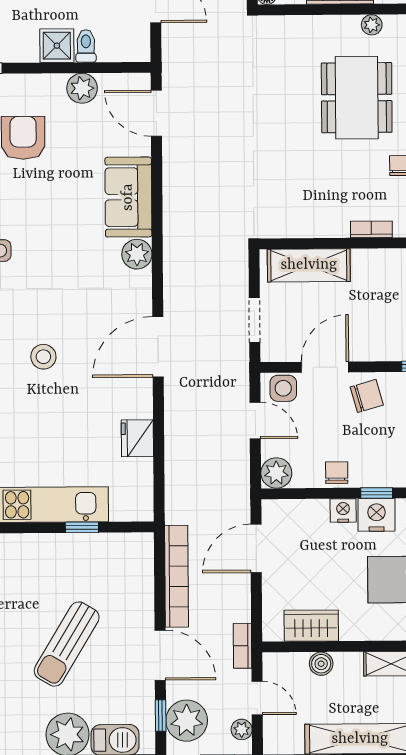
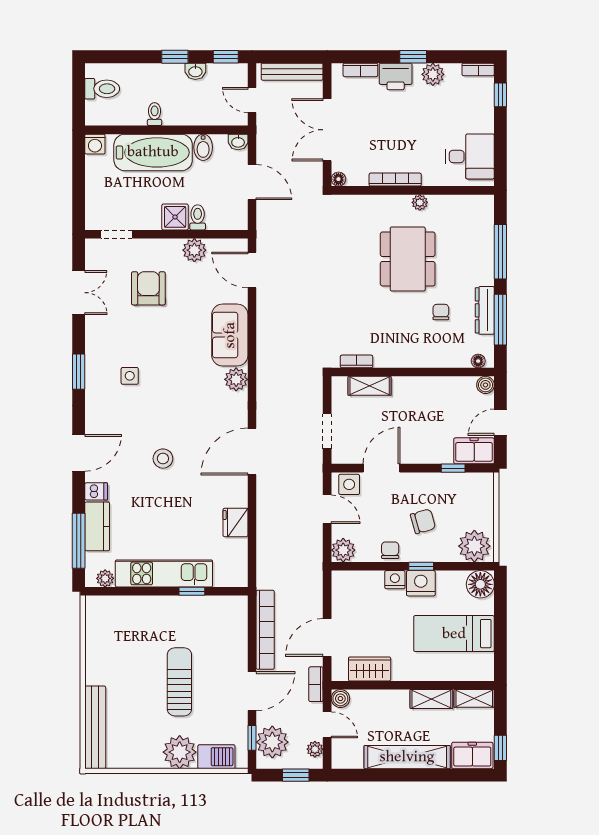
bookcase: (371, 229) -> (357, 361), moved
shelving: (309, 265) -> (370, 386), width x0.67, depth x0.75
chair: (367, 396) -> (423, 521), moved
door: (256, 548) -> (327, 637), moved
sun lounger: (67, 644) -> (179, 682), turned 149
door: (160, 655) -> (252, 691), hinge flipped
boiler: (321, 664) -> (340, 699), moved

